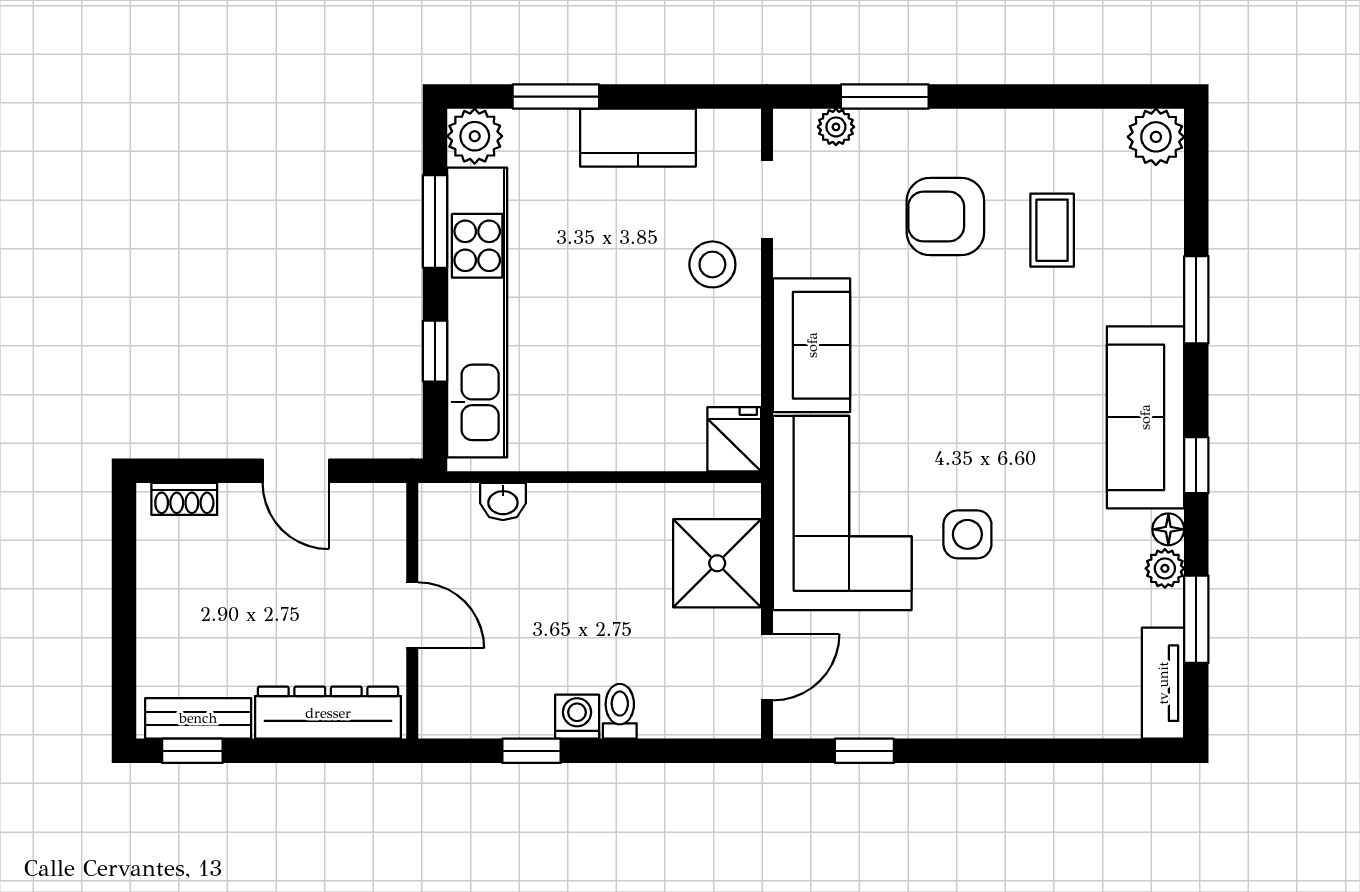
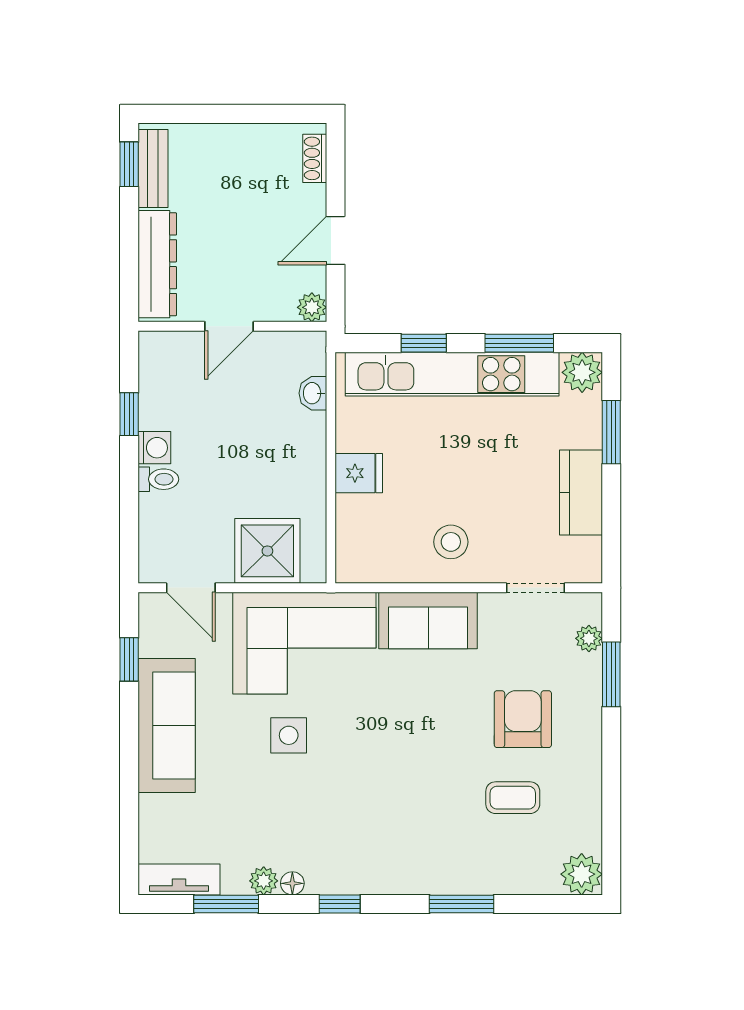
stool: (712, 264) -> (451, 542), moved
sofa: (1145, 417) -> (167, 726), moved, turned 90
fridge: (734, 439) -> (359, 473), moved
plant: (386, 503) -> (312, 307), added

